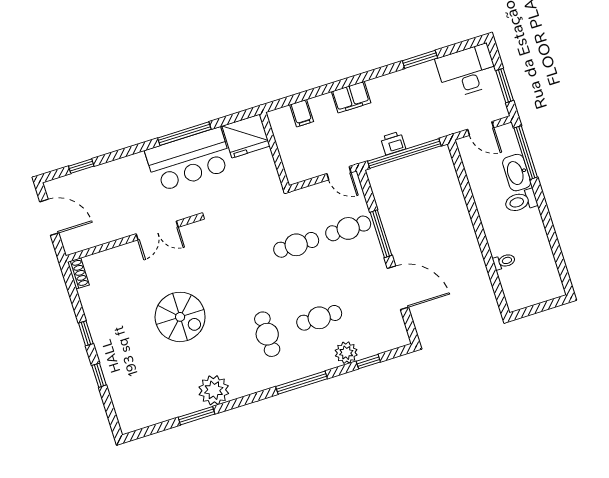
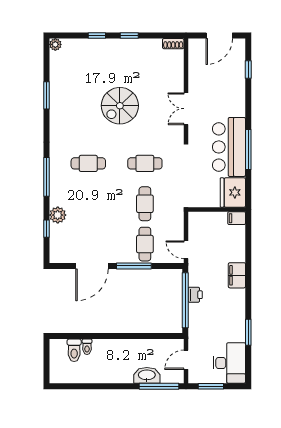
filing cabinet: (302, 113) -> (237, 218), moved
door: (339, 173) -> (186, 250), hinge flipped
toilet: (521, 201) -> (74, 350), moved, turned 180
cafe table: (319, 318) -> (145, 163), moved, turned 90
plant: (214, 390) -> (55, 44), moved, width x0.53, depth x0.53

